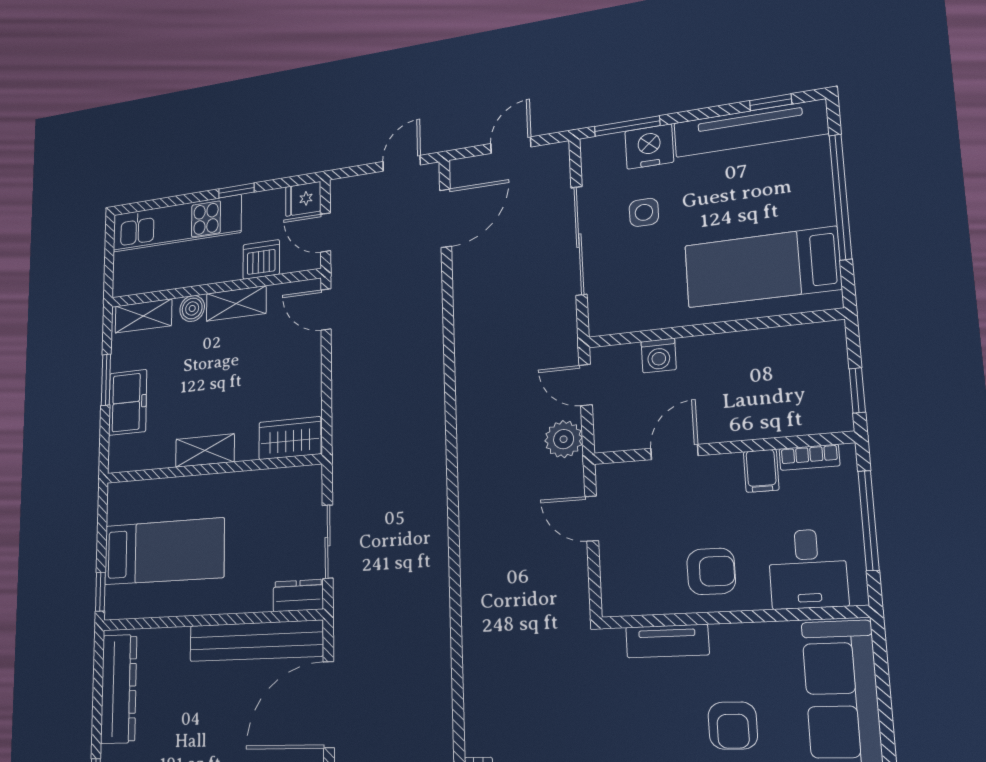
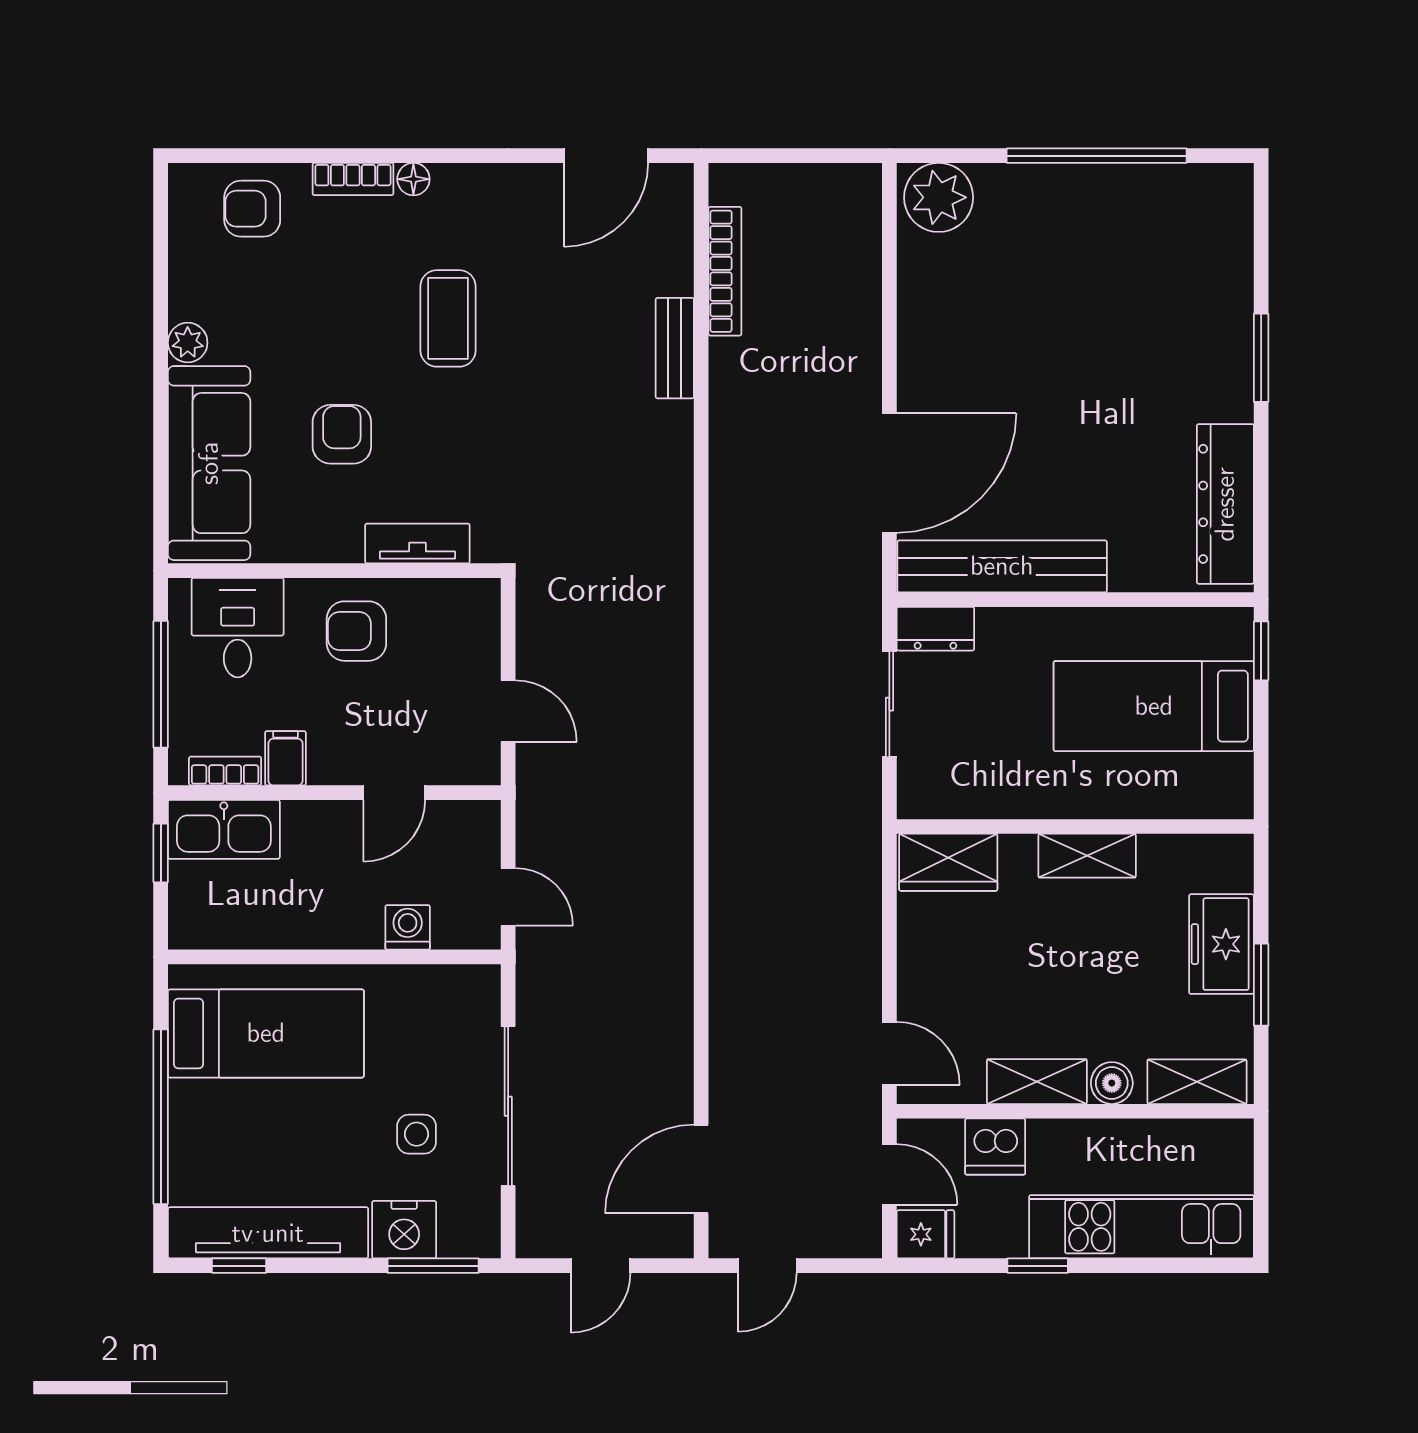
kitchen sink: (807, 413) -> (224, 829), added
plant: (564, 439) -> (542, 824), removed

